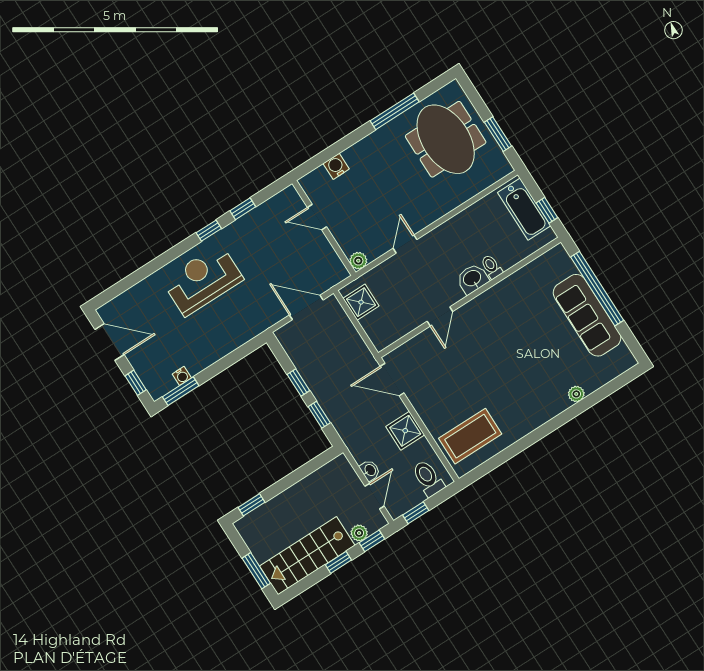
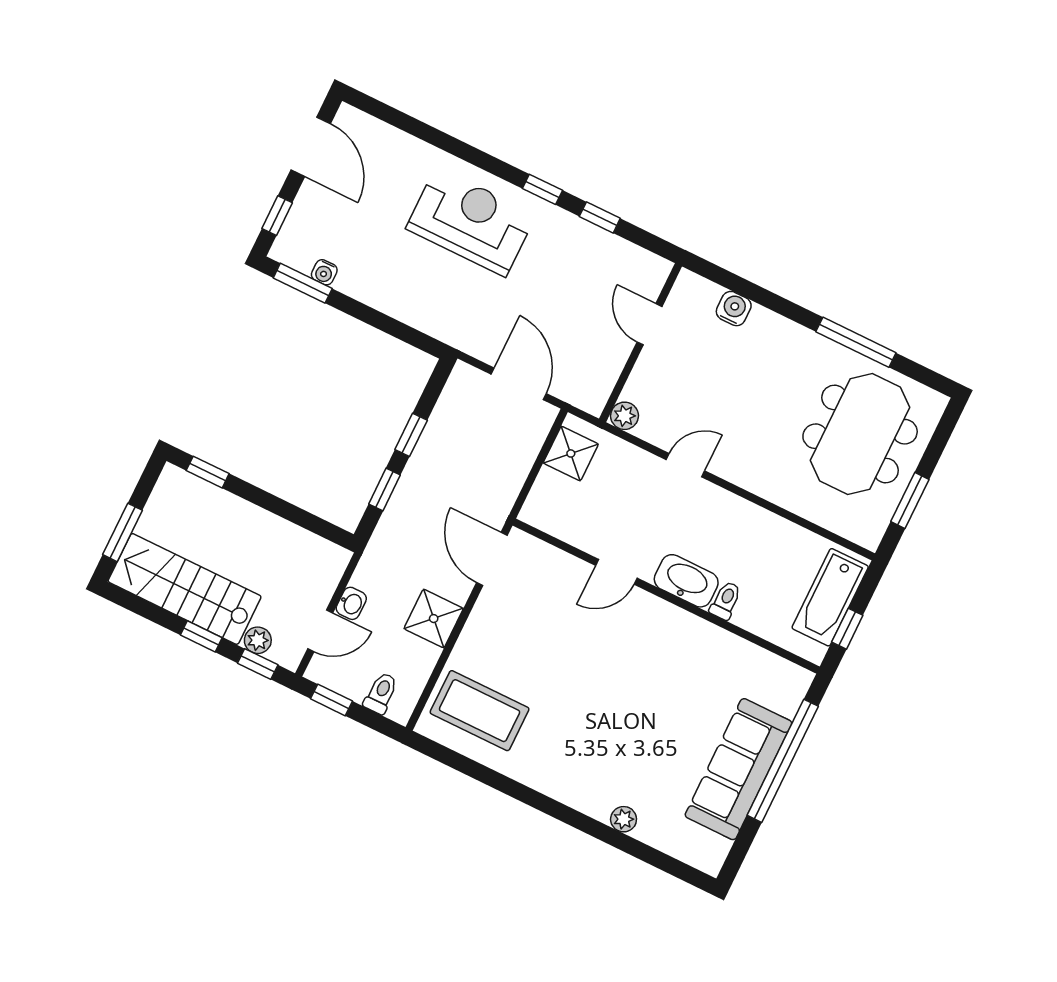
washbasin: (472, 279) -> (686, 581), width x1.38
toilet: (428, 478) -> (381, 693), width x0.73, depth x0.72

